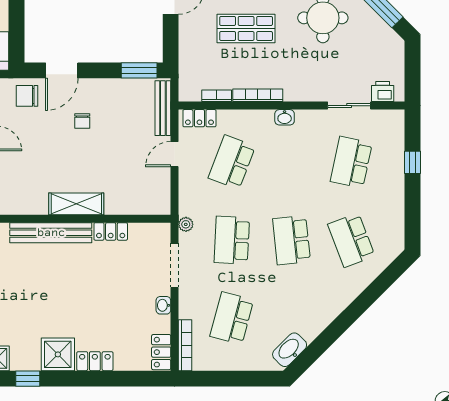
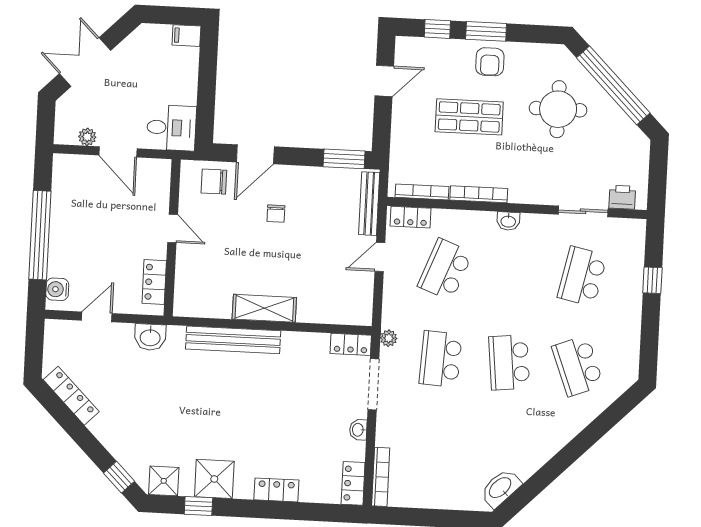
bookcase: (217, 96) -> (422, 192), width x1.56
locker: (111, 231) -> (351, 344), moved
school desk: (232, 318) -> (436, 448), removed
shower: (58, 354) -> (214, 479), moved

